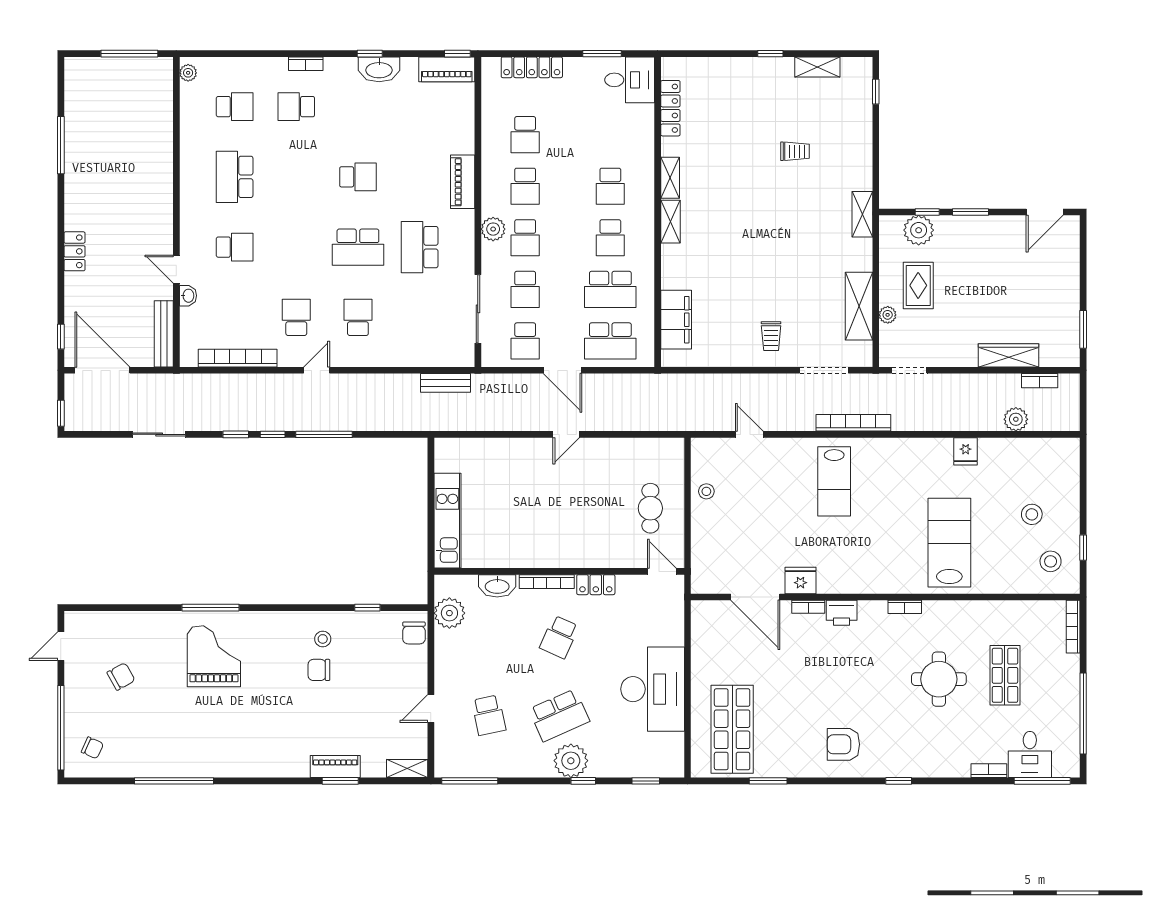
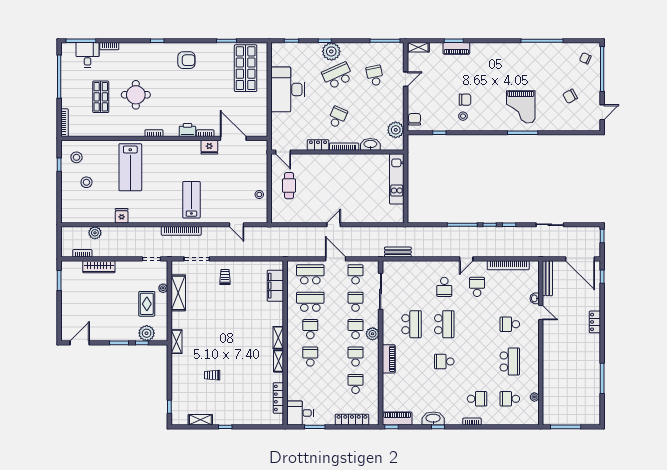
plant: (188, 73) -> (534, 397), moved
school desk: (358, 247) -> (444, 324), turned 90
school desk: (296, 317) -> (477, 287), turned 180

